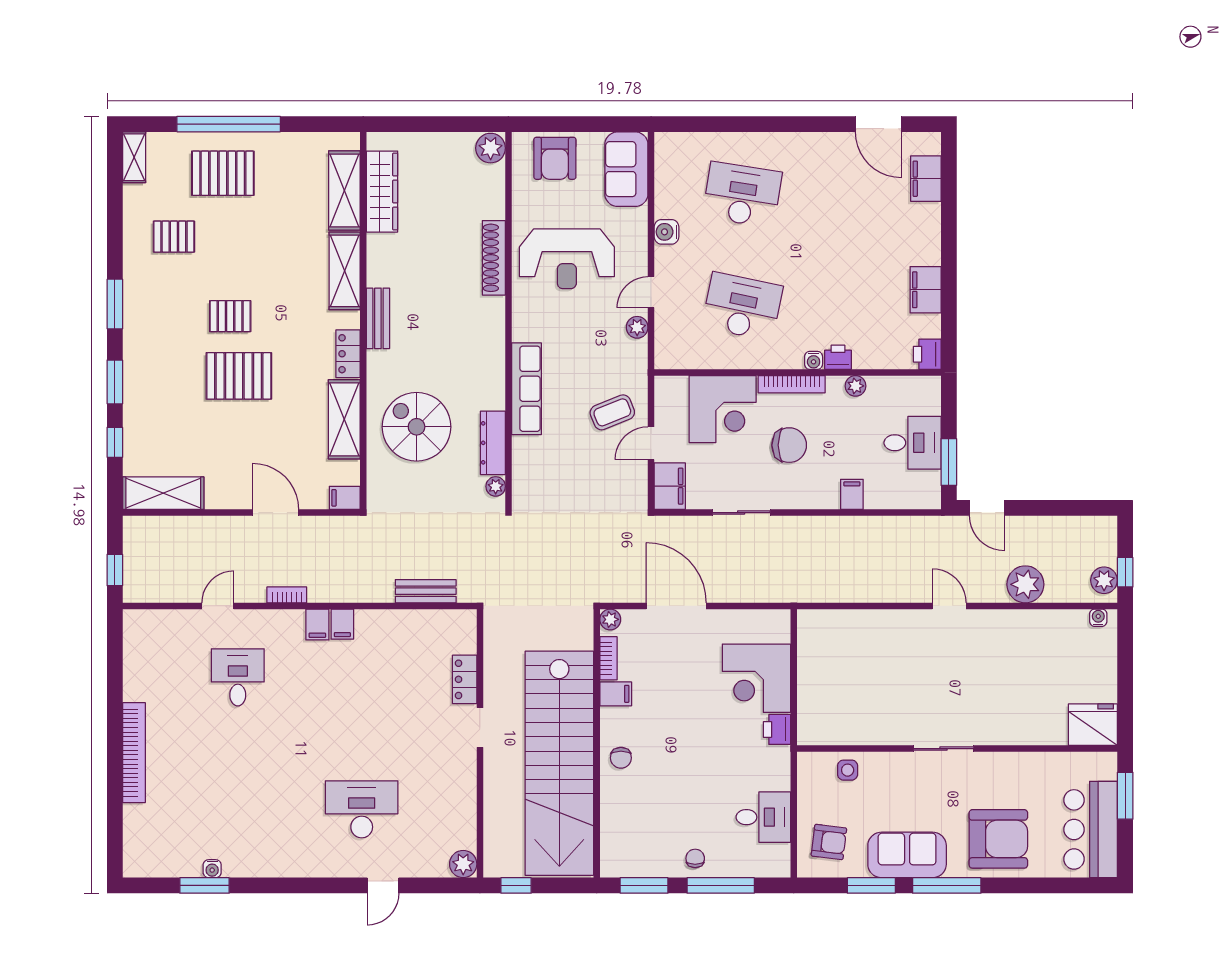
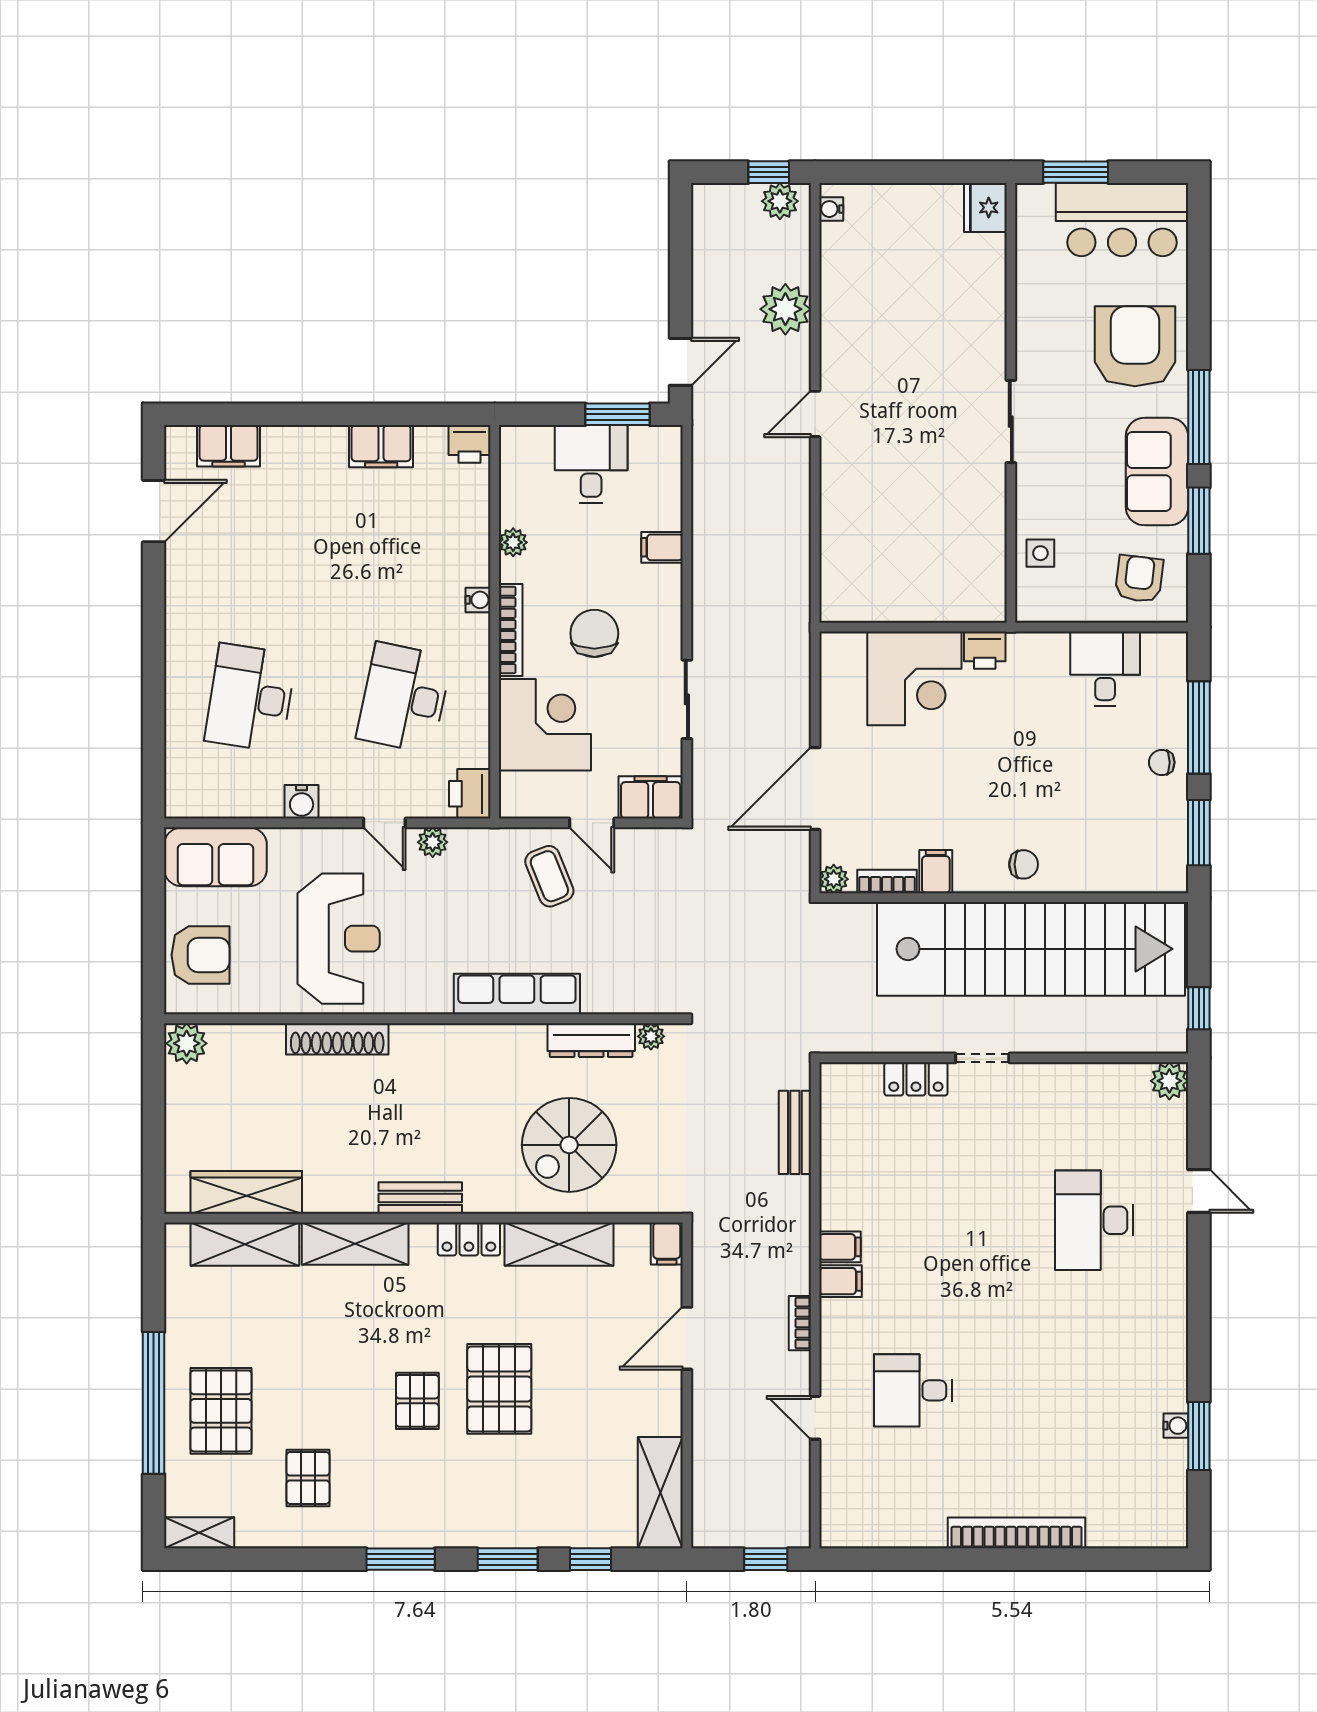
printer: (838, 357) -> (470, 794), moved, width x1.36, depth x1.24
fridge: (1093, 725) -> (985, 208), width x0.73, depth x0.75

